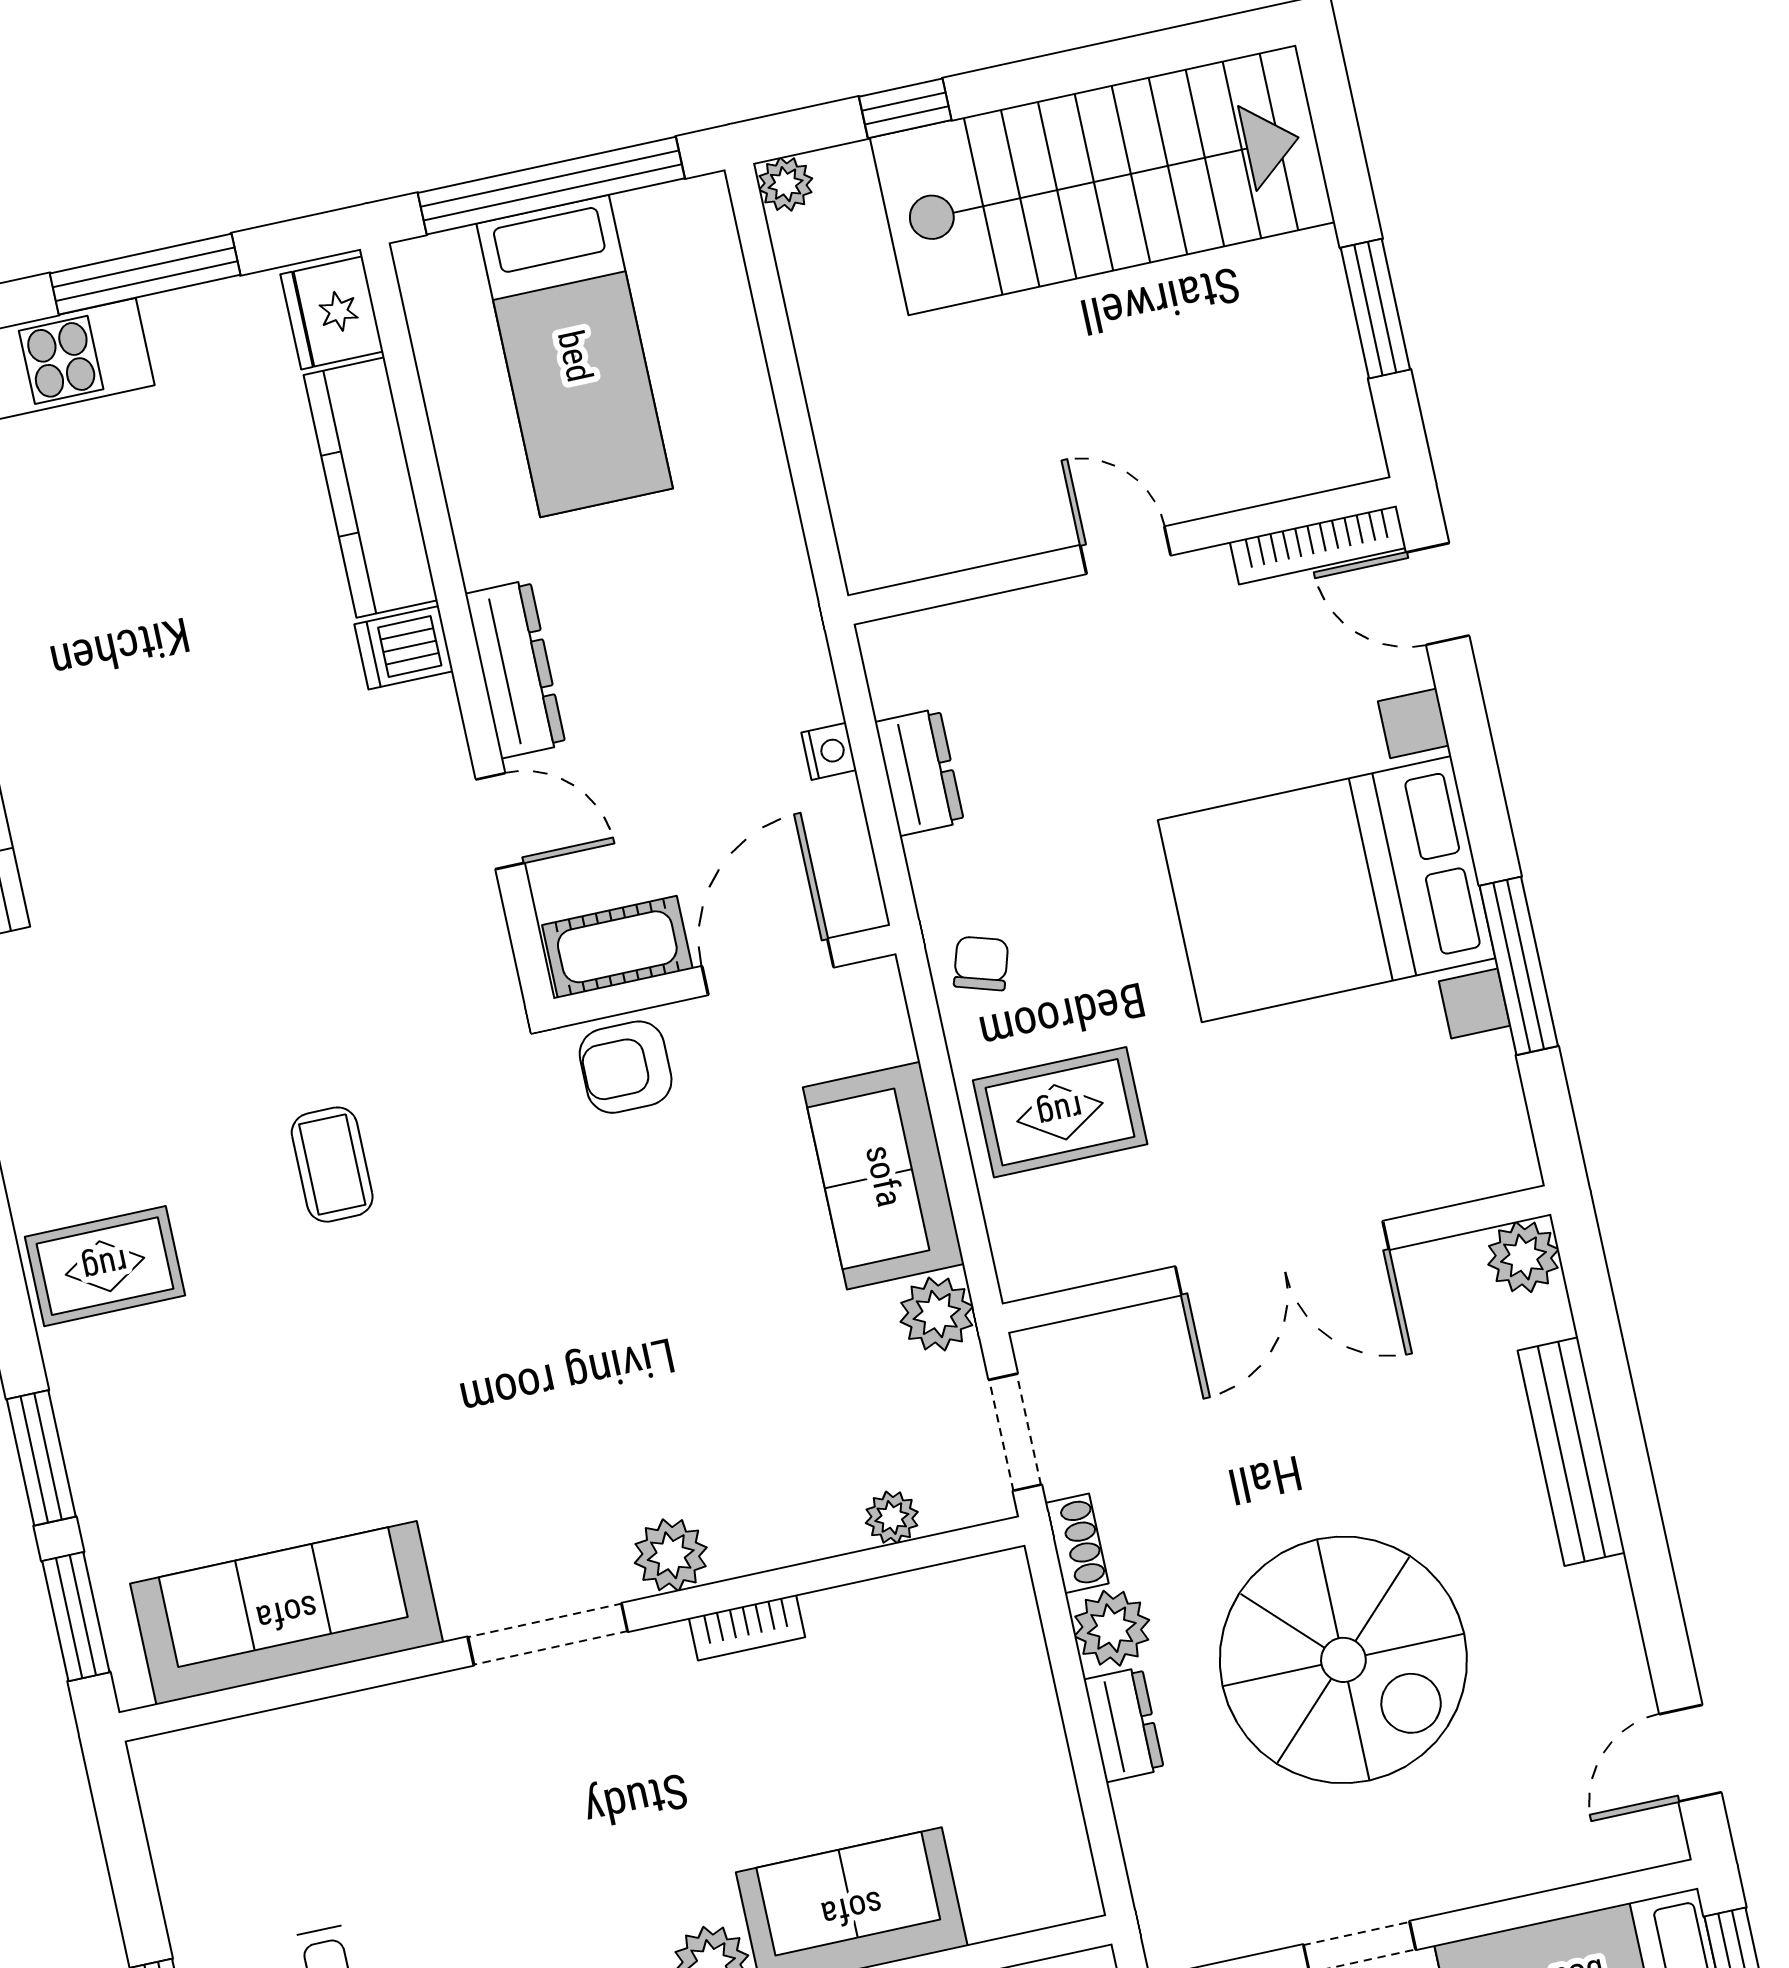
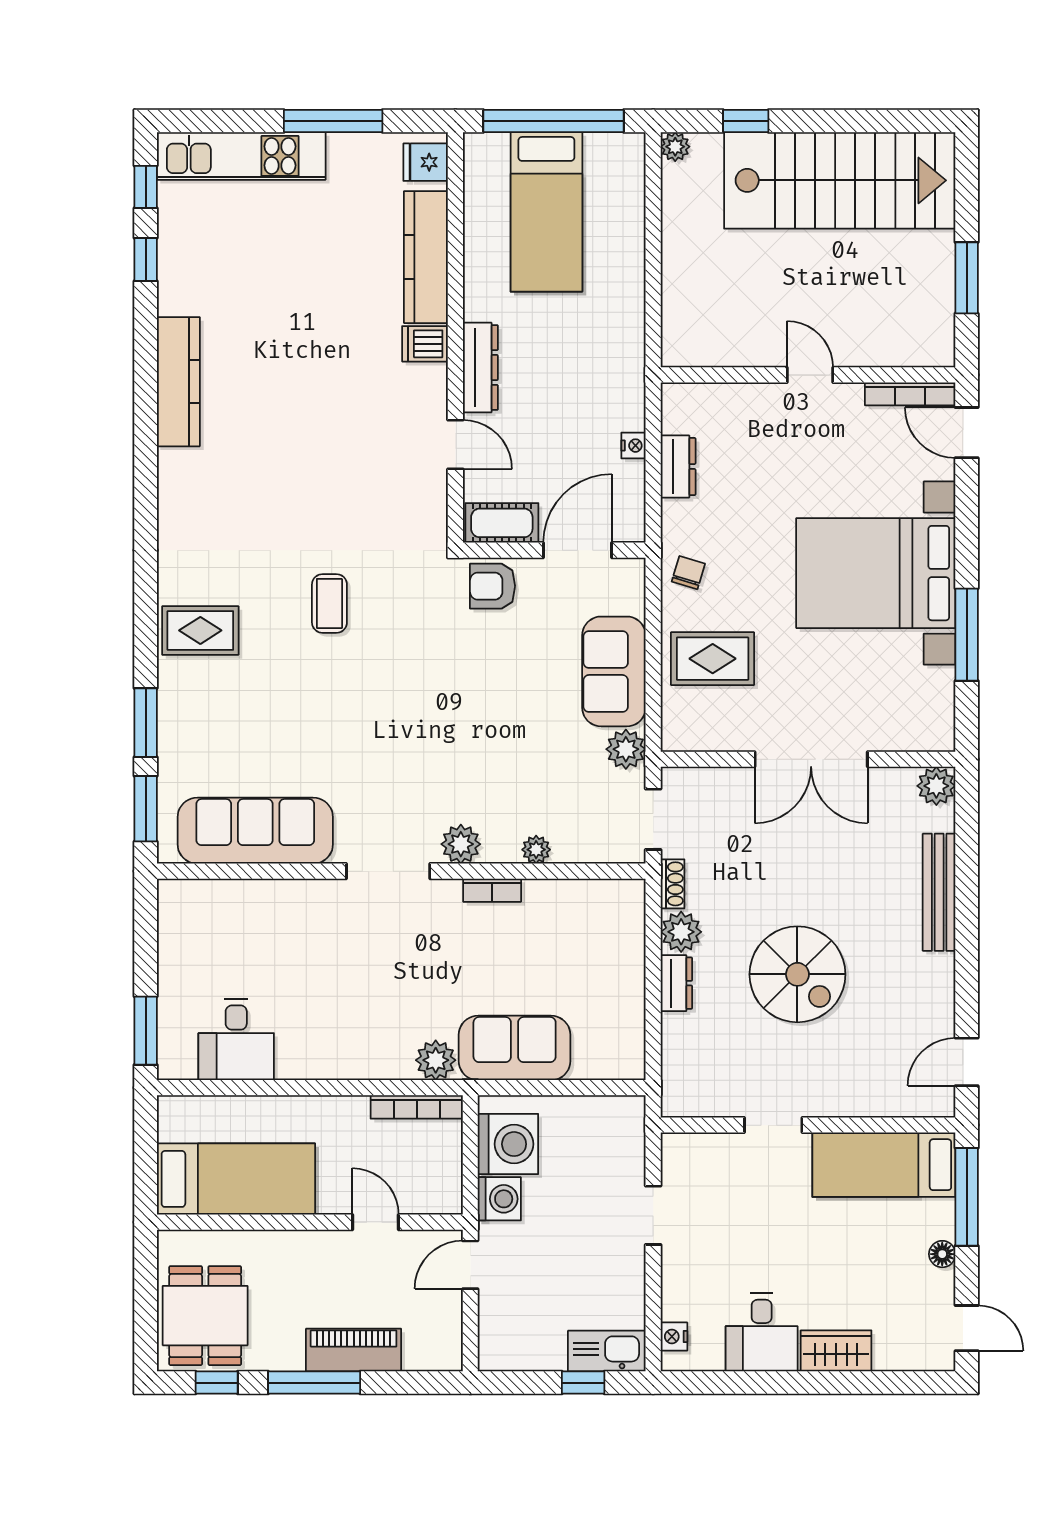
fridge: (332, 313) -> (426, 162), width x0.72
plant: (892, 1518) -> (536, 850), moved
spiral stairs: (1343, 1660) -> (797, 974), width x0.73, depth x0.73

